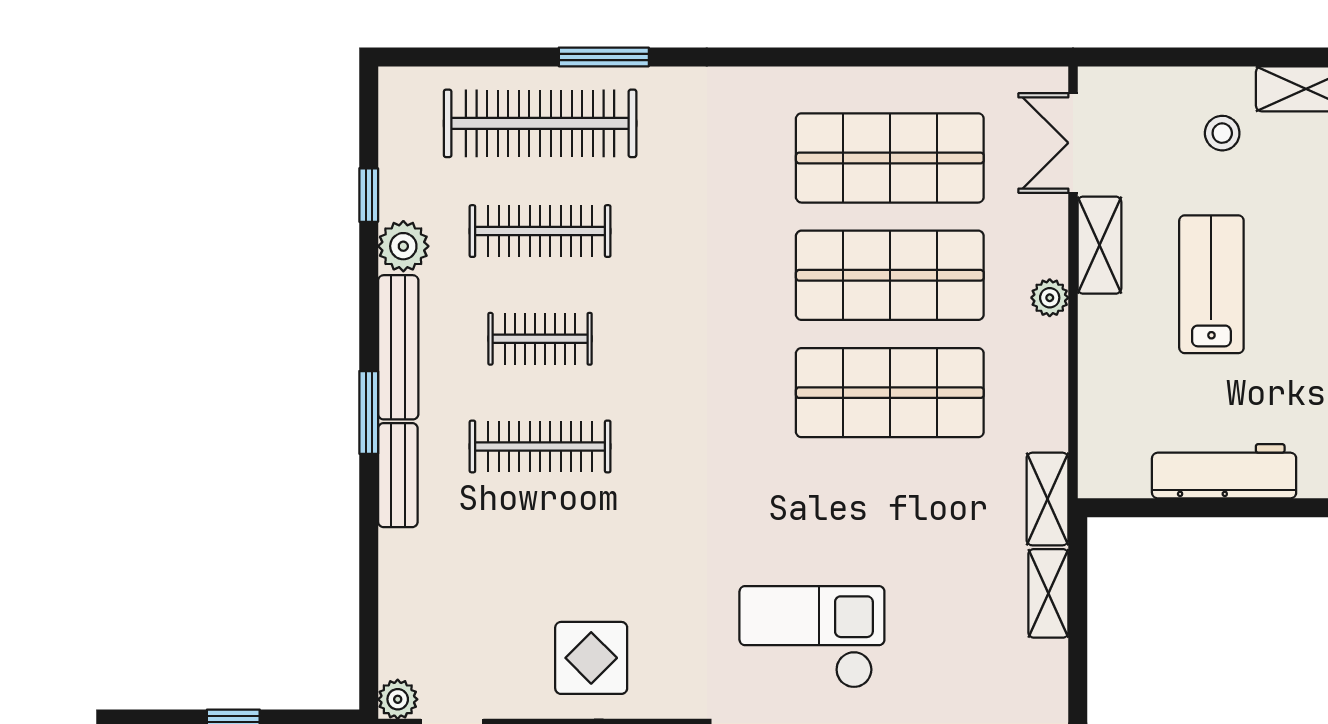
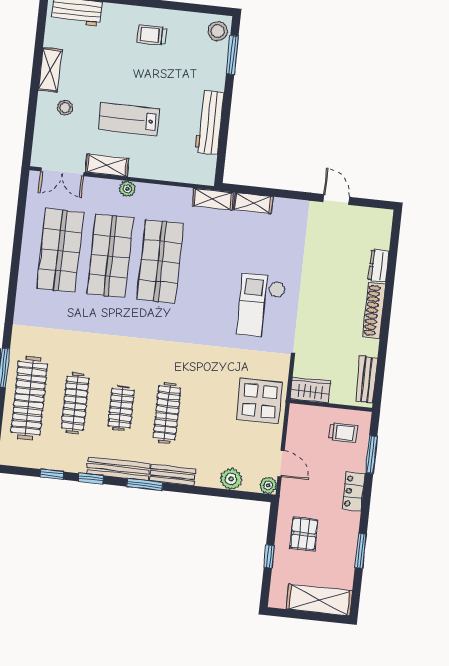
plant: (403, 246) -> (231, 479), moved
window: (369, 286) -> (91, 479), added
display table: (591, 658) -> (260, 401), width x1.36, depth x1.36

